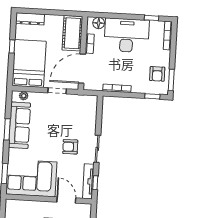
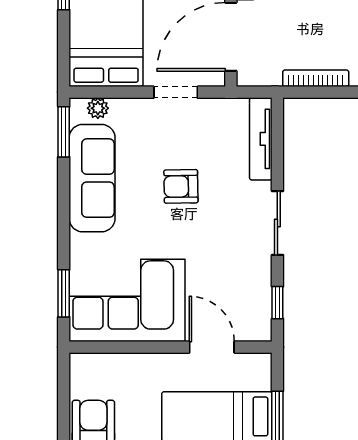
window: (7, 129) -> (64, 132), moved
armchair: (70, 147) -> (181, 186), moved
tv unit: (88, 181) -> (261, 139), moved

